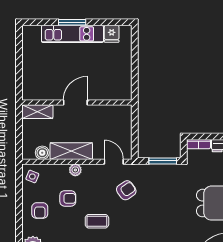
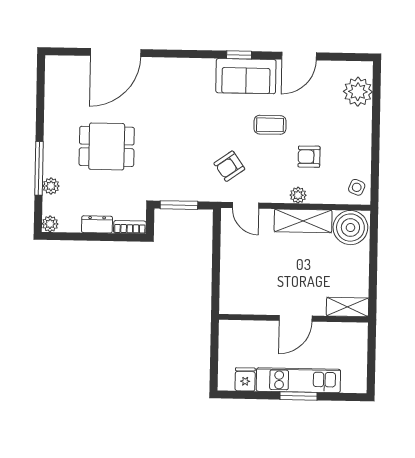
door: (75, 102) -> (296, 318), moved
wall: (77, 102) -> (294, 318), moved
shelving: (37, 112) -> (347, 307), moved
boiler: (42, 153) -> (350, 228), width x1.86, depth x1.86
armchair: (40, 211) -> (347, 141), removed

